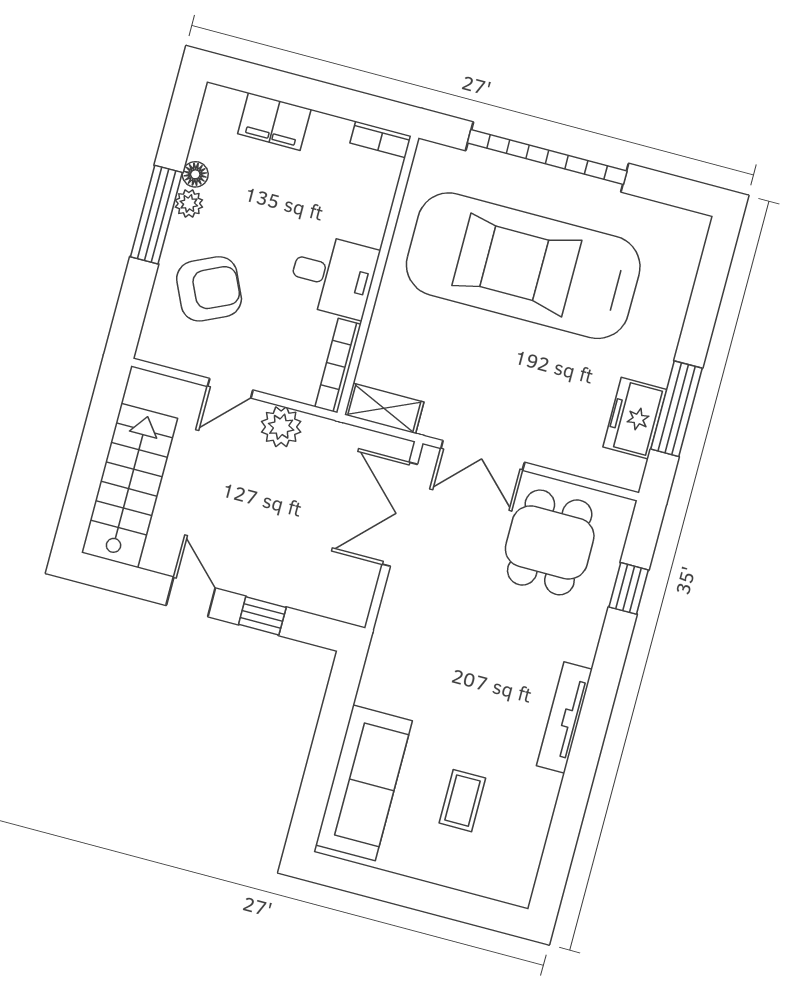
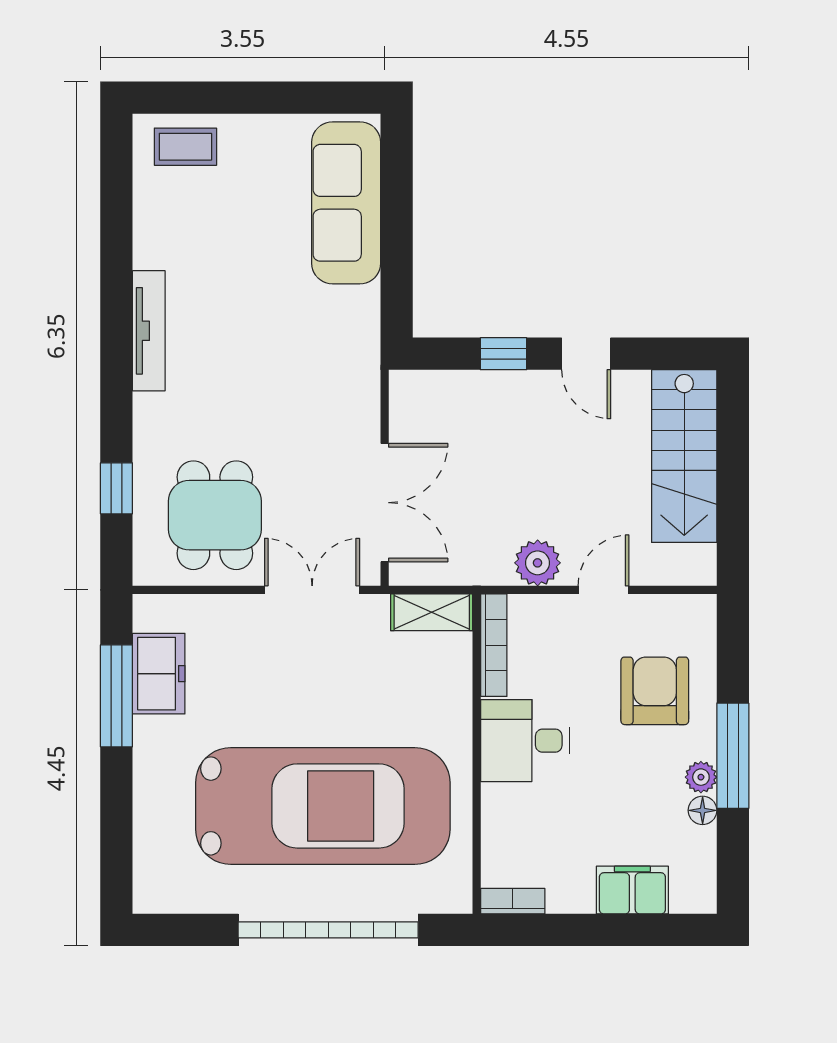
armchair: (209, 289) -> (655, 691), turned 115
coffee table: (462, 801) -> (185, 147), moved, turned 90

